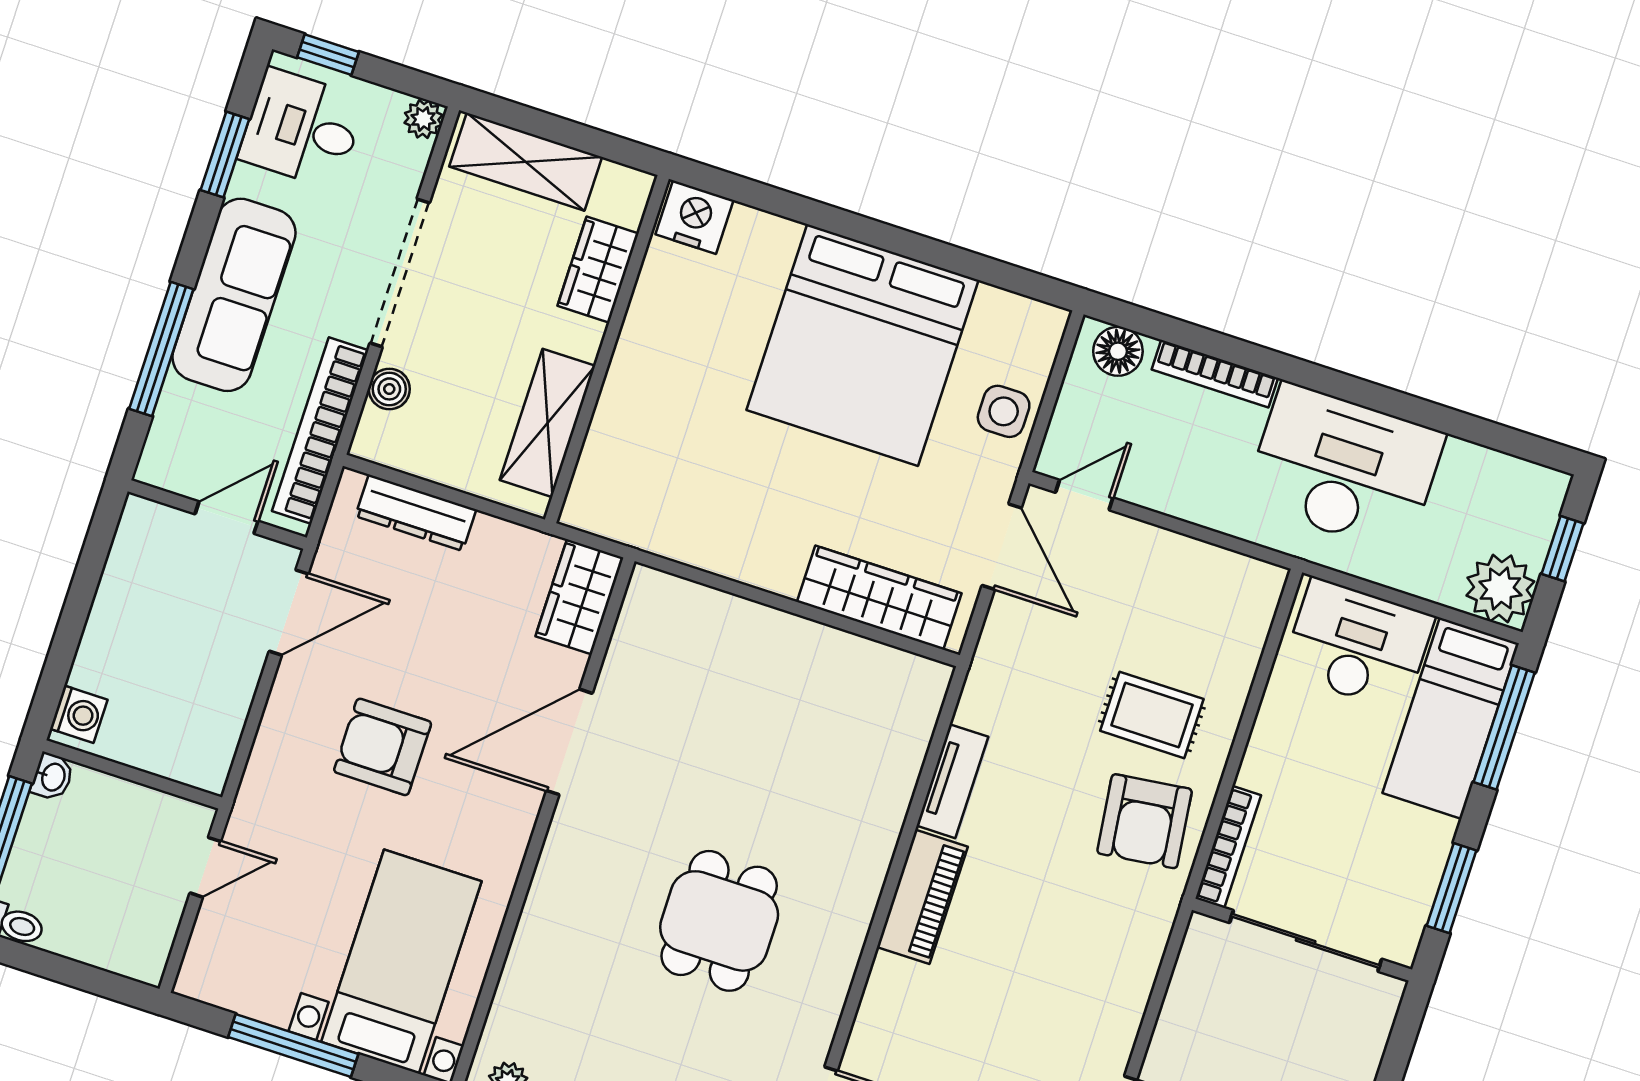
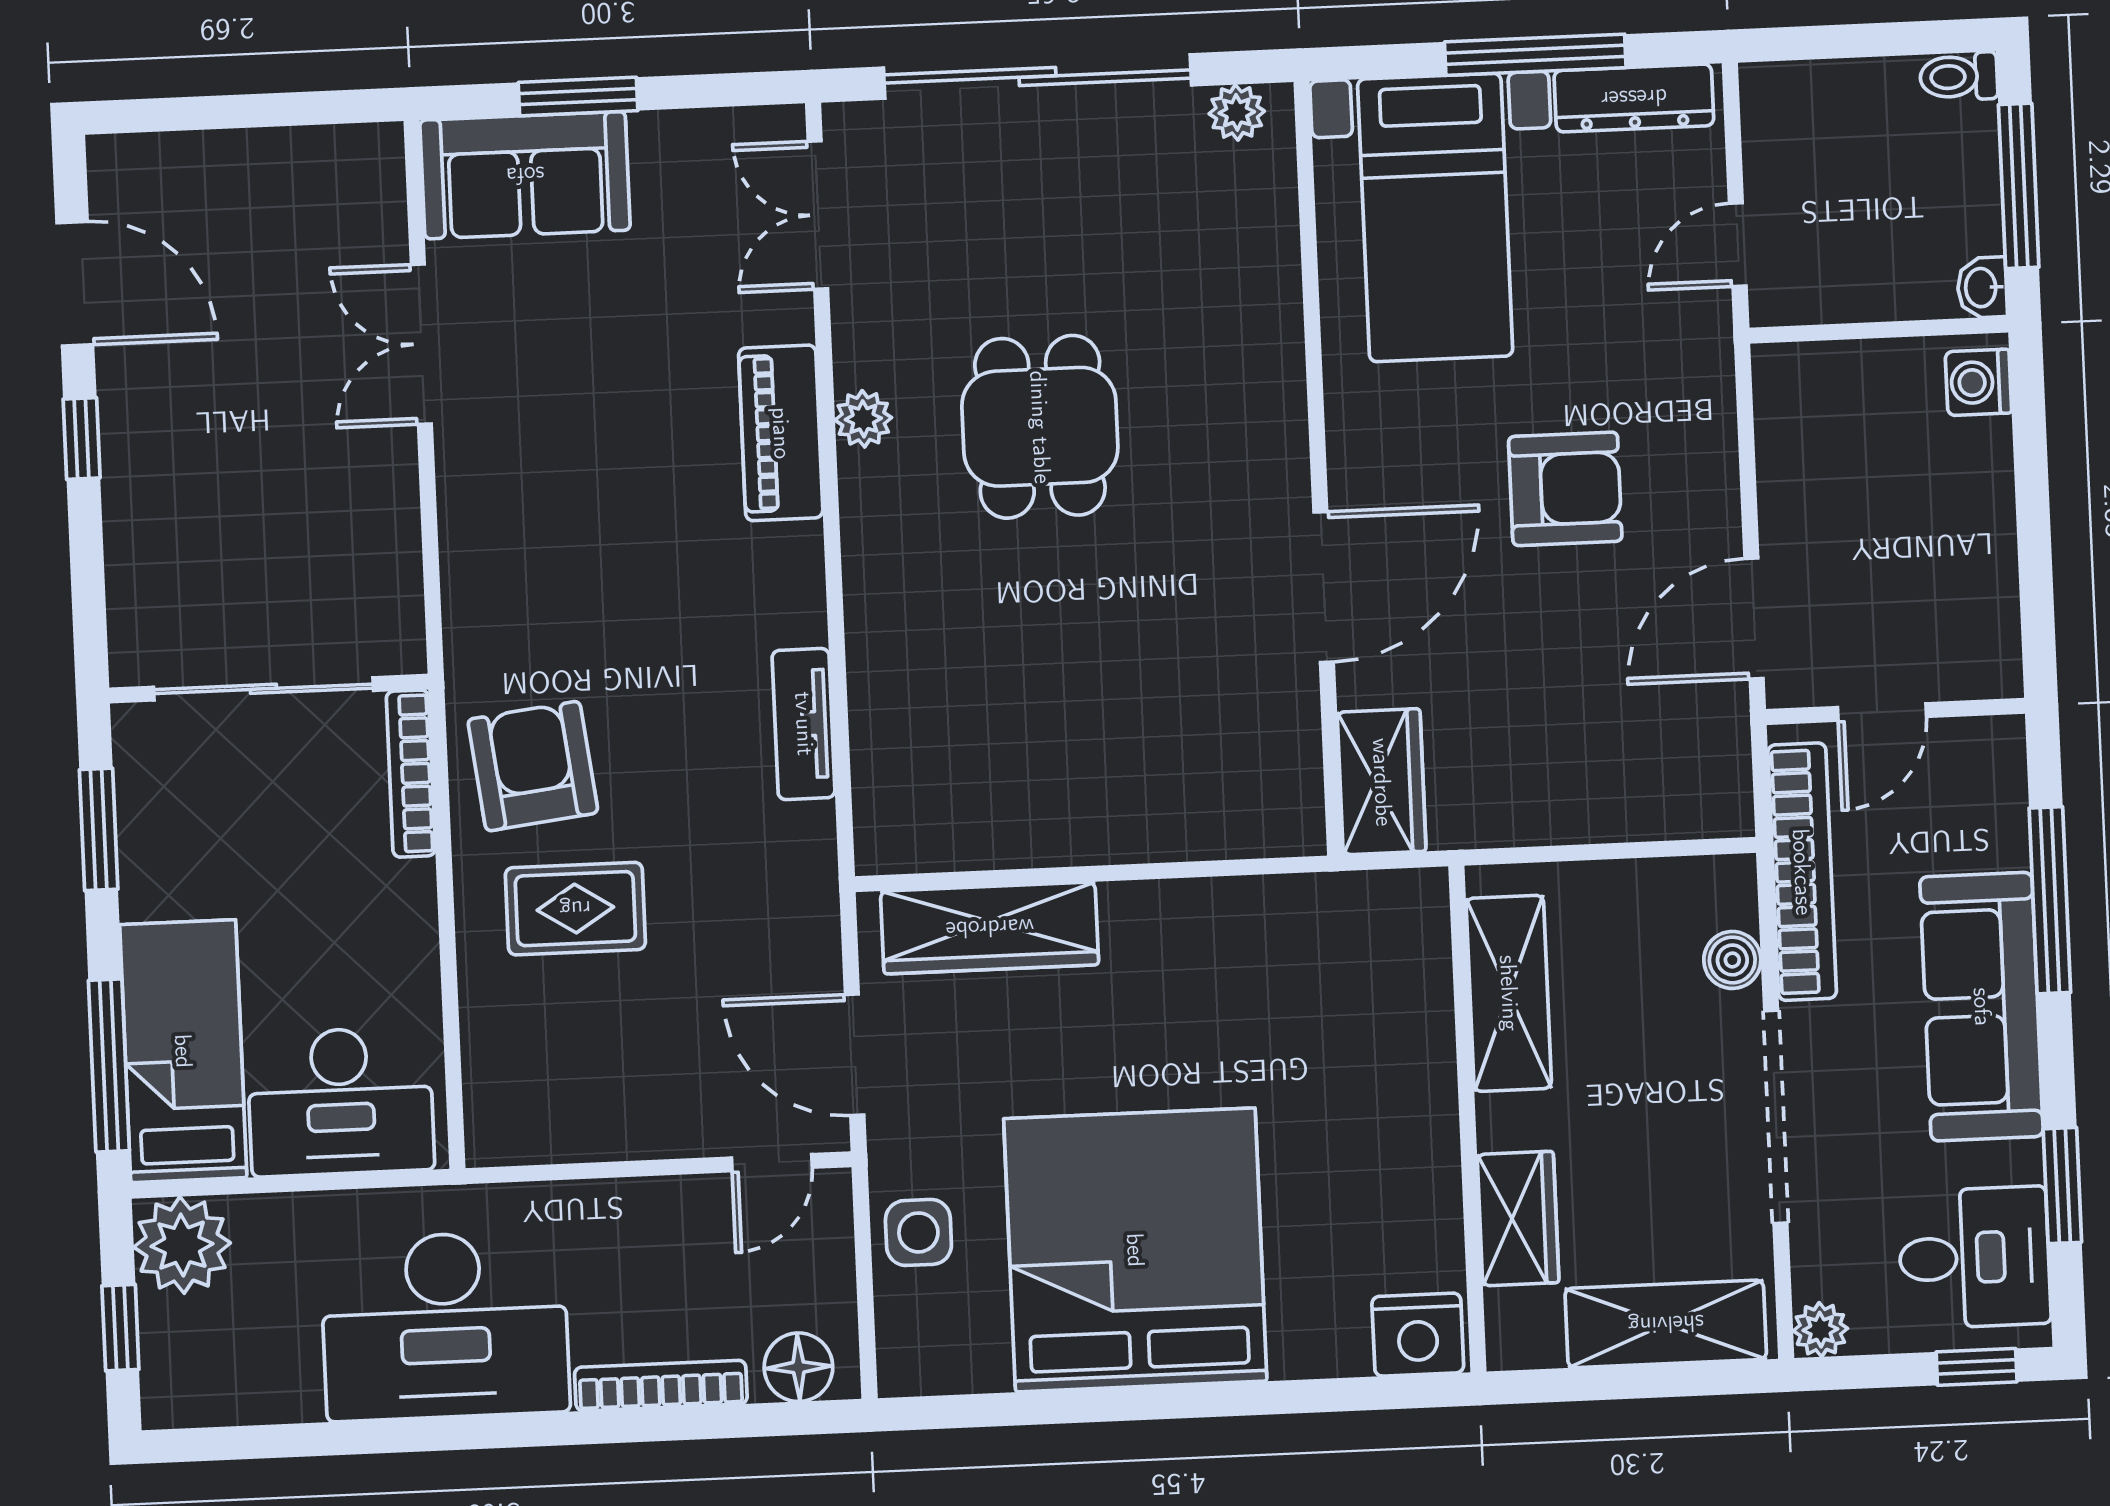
dresser: (416, 513) -> (1634, 98), moved, turned 180
piano: (922, 897) -> (781, 433), moved
plant: (835, 971) -> (863, 419), added

